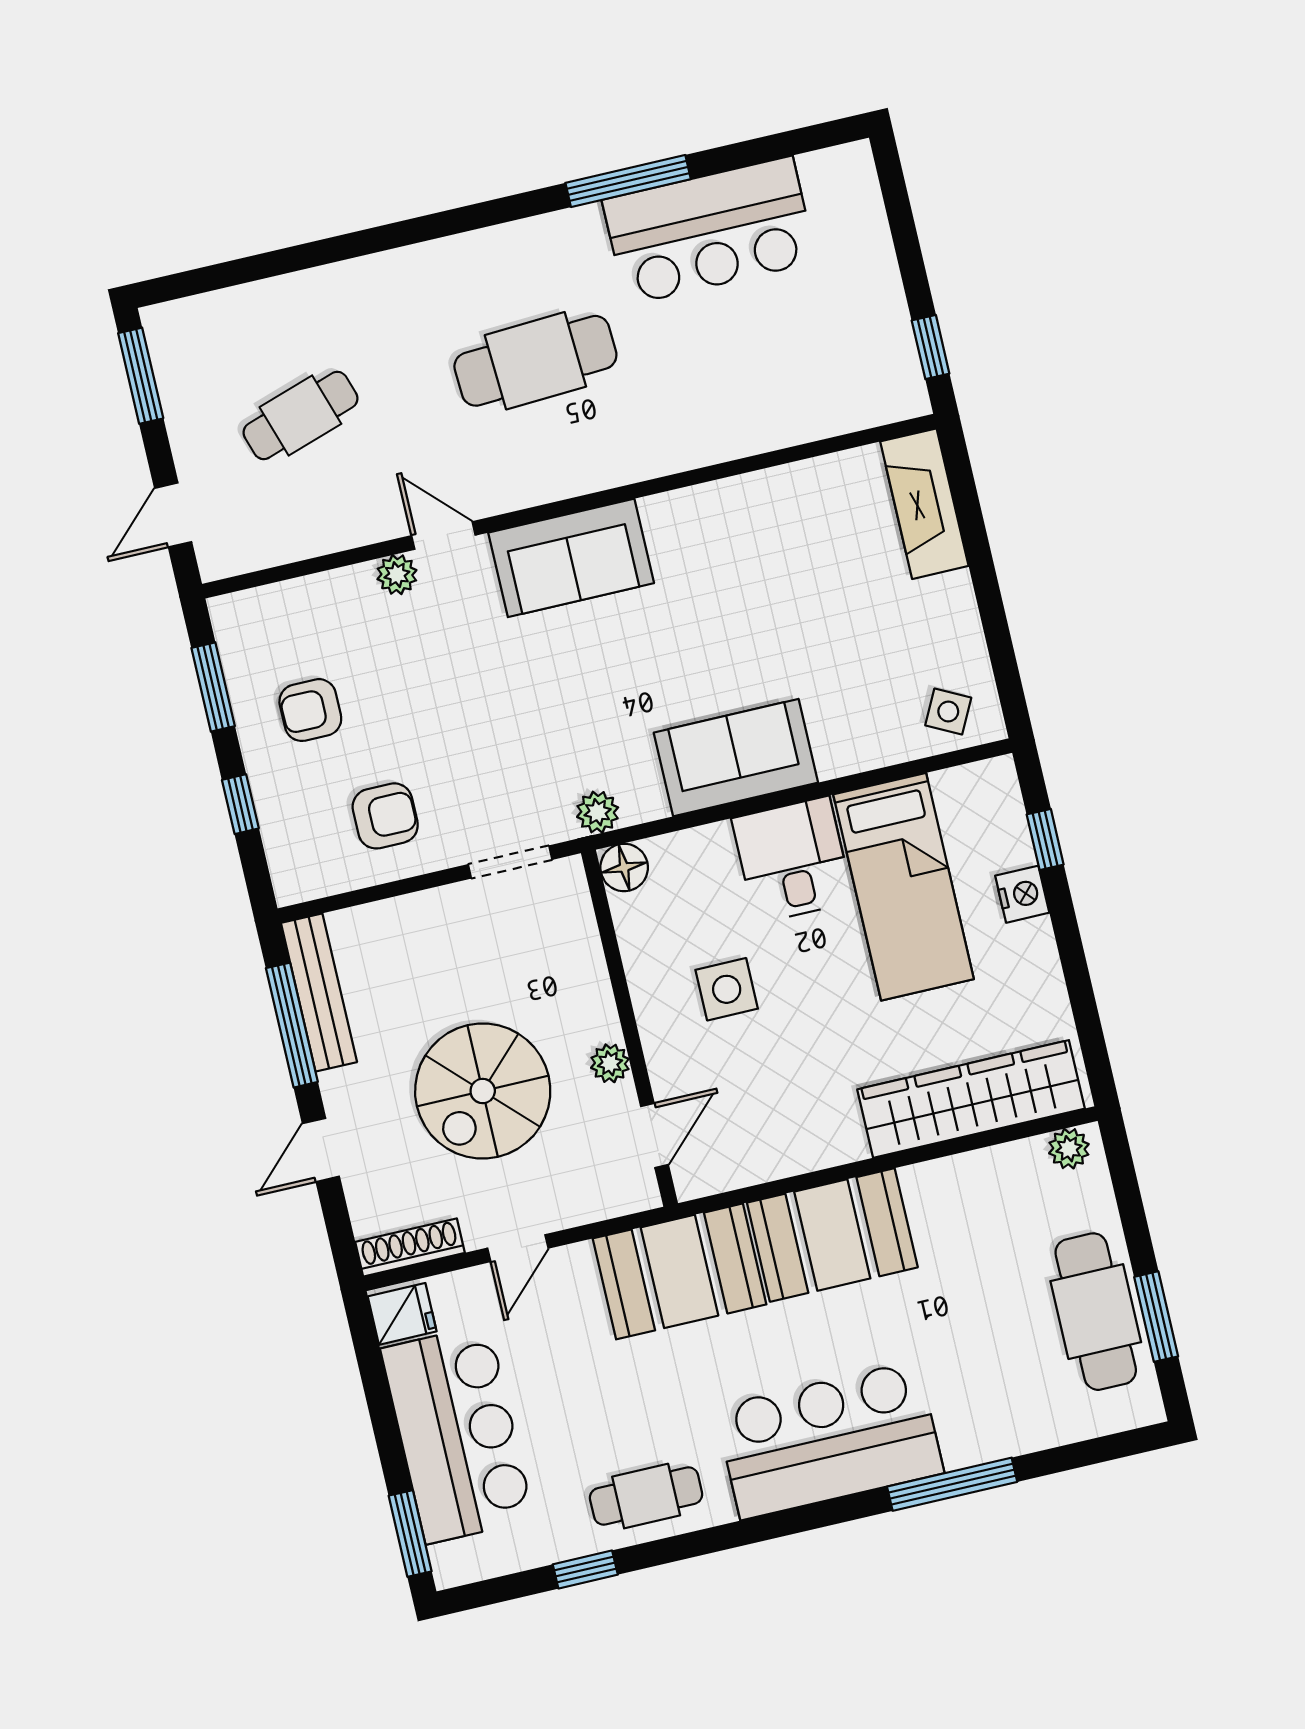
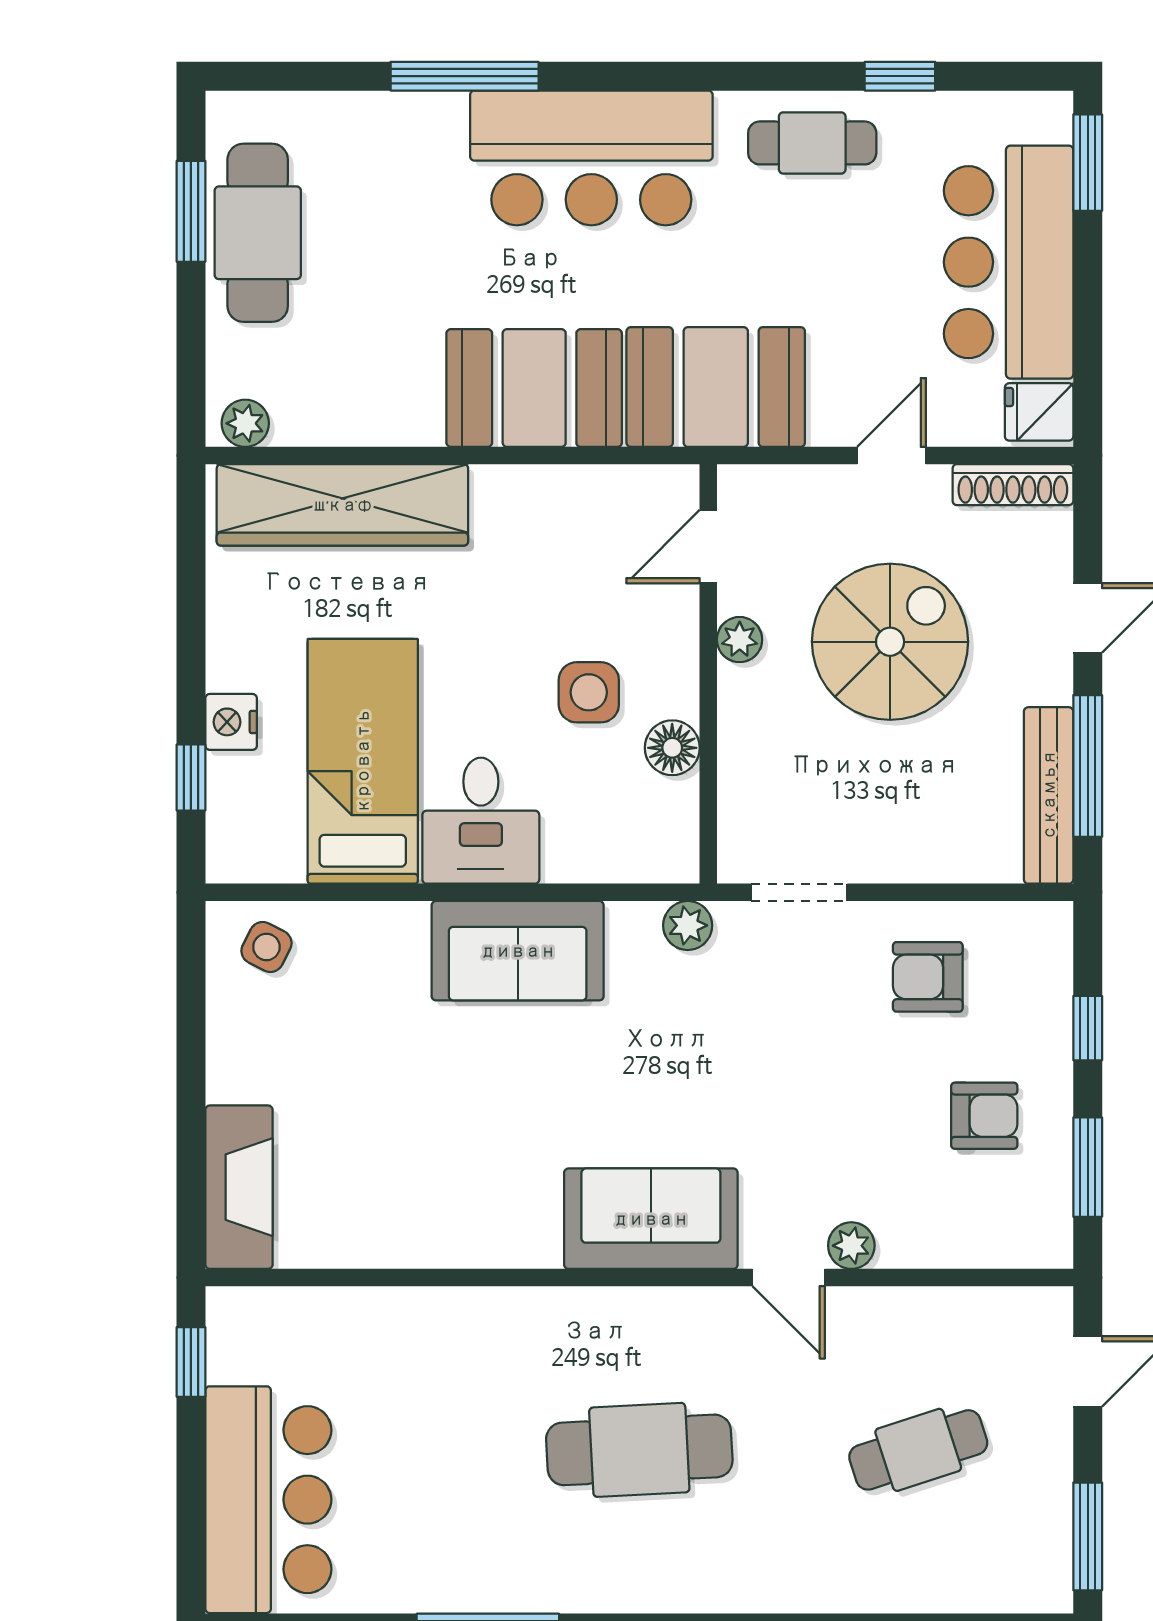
bar counter: (709, 231) -> (268, 1500), moved, turned 90
floor lamp: (624, 867) -> (672, 748), moved

